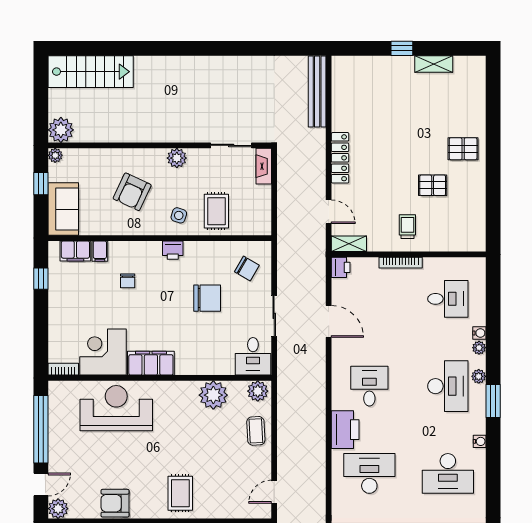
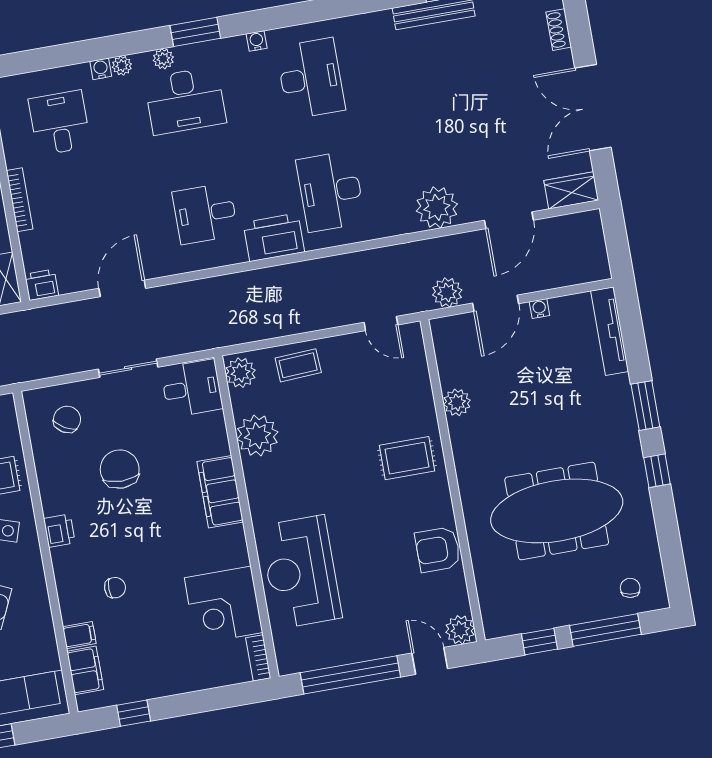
filing cabinet: (151, 363) -> (220, 492), moved
desk: (448, 386) -> (185, 101), turned 180
armchair: (115, 503) -> (438, 549), turned 90

